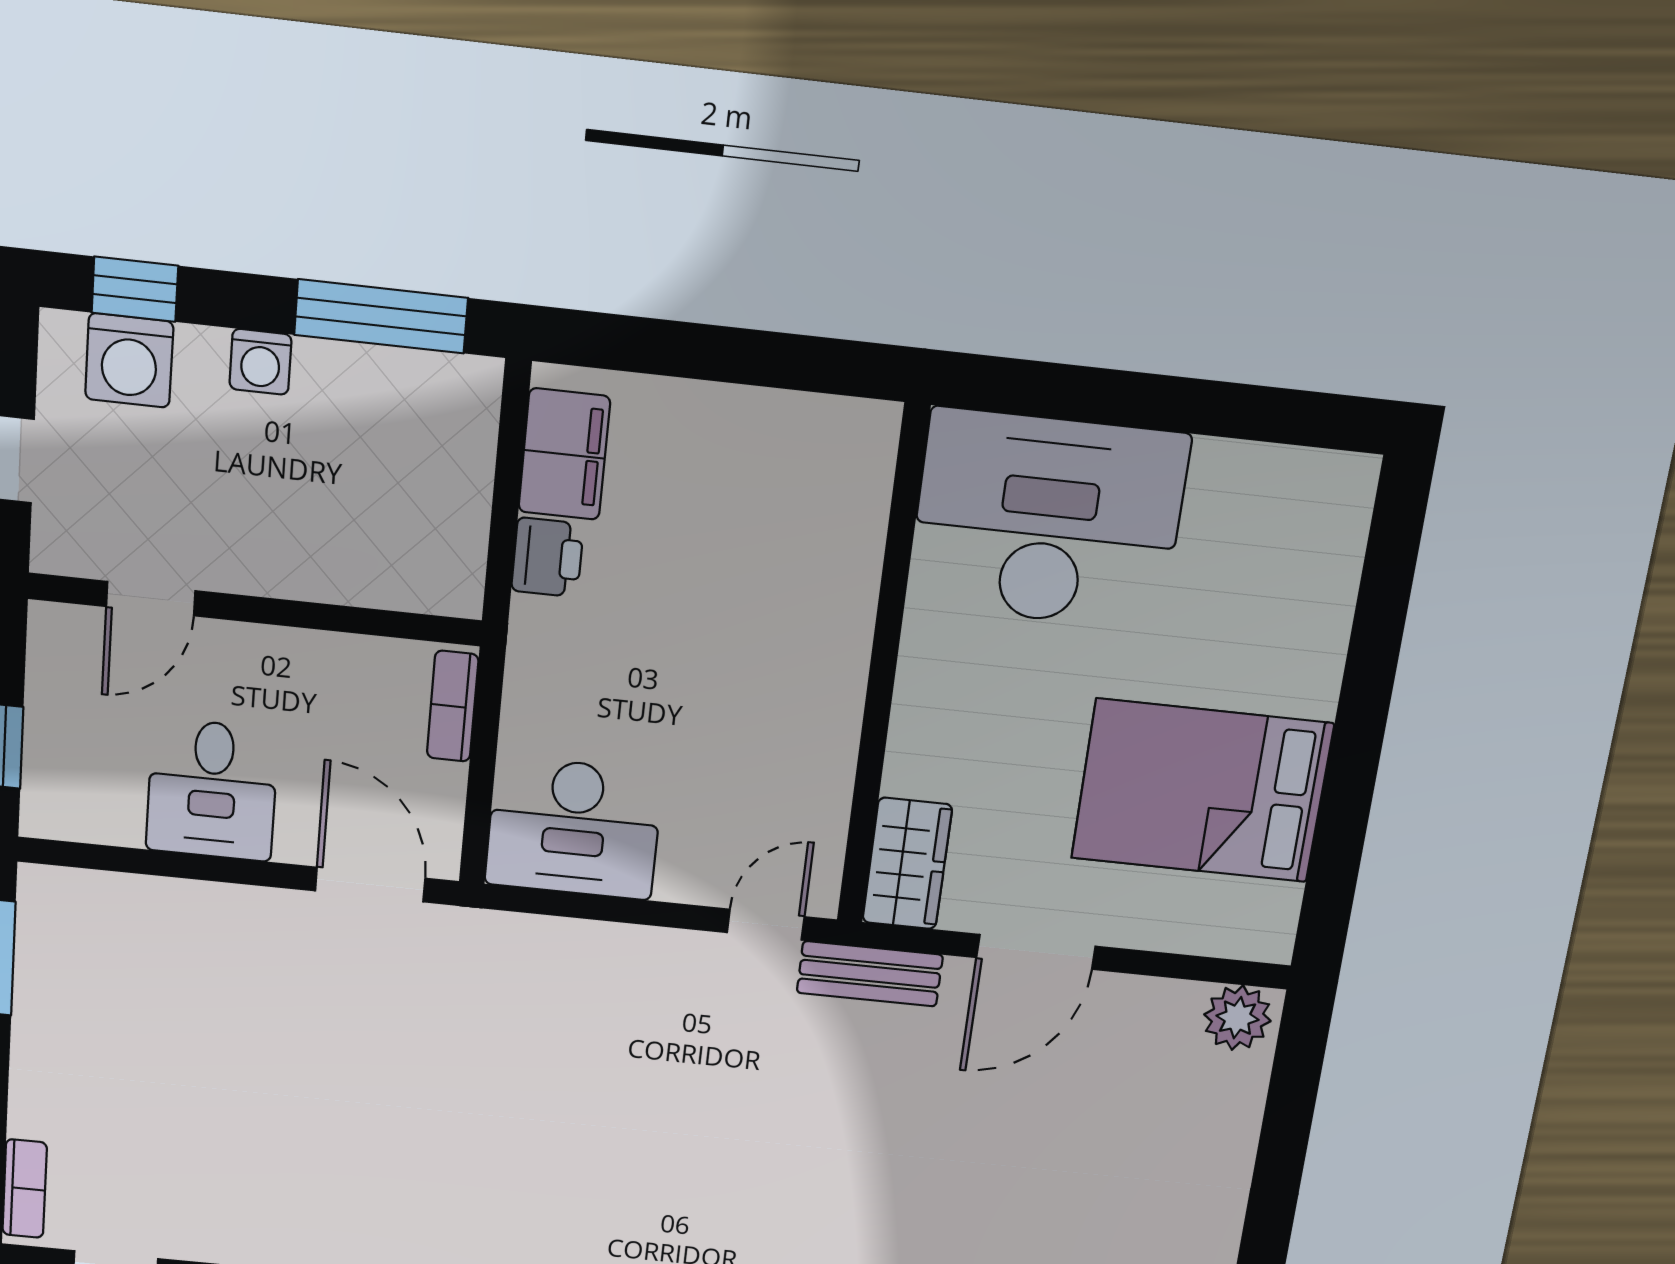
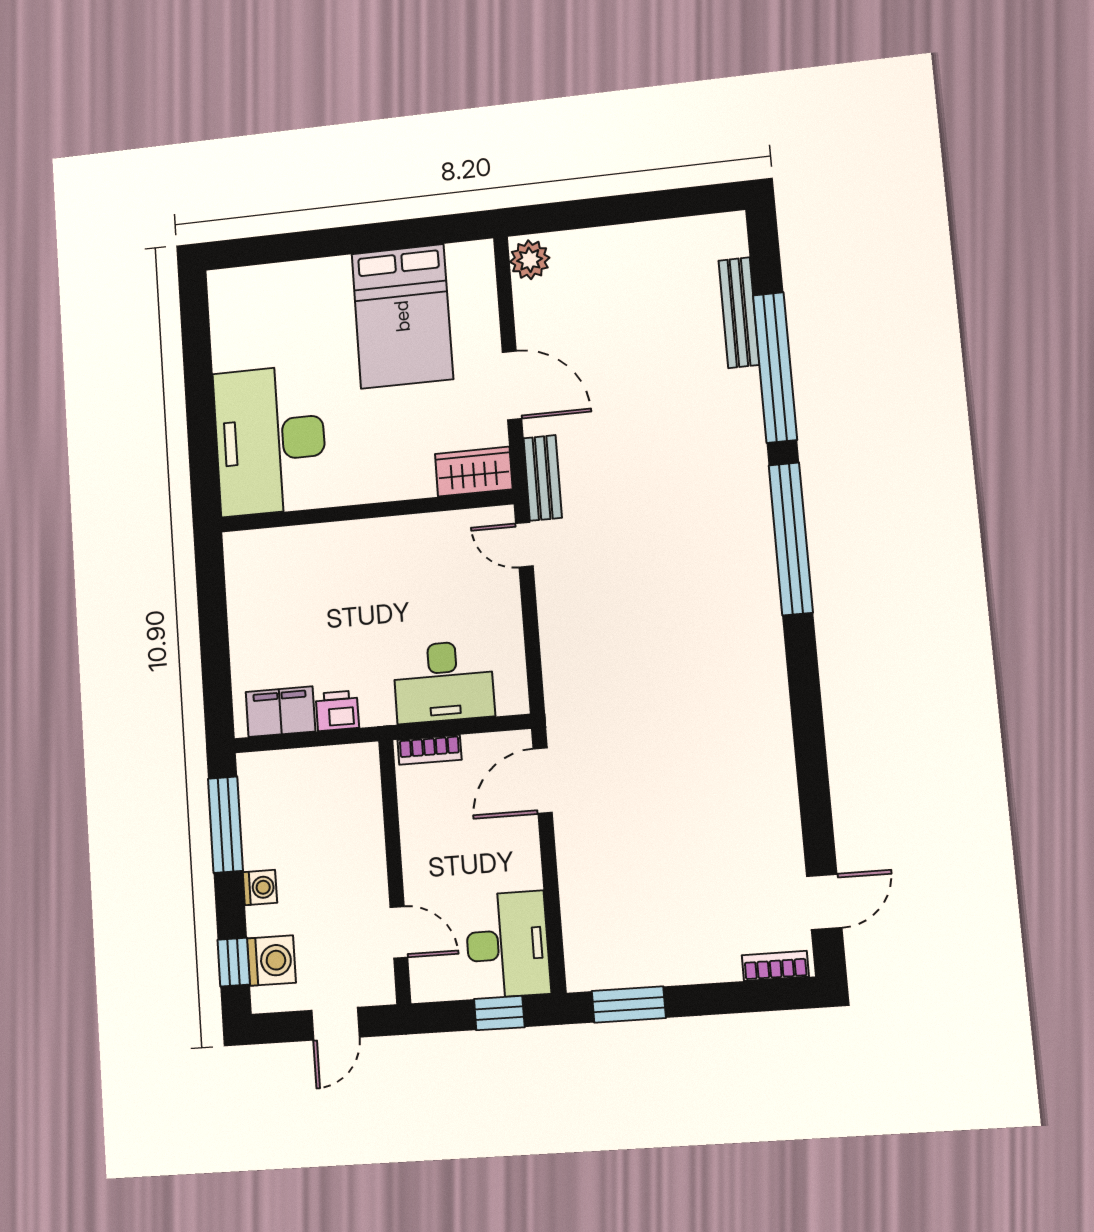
desk: (212, 790) -> (508, 945), moved, width x1.37
desk: (574, 828) -> (444, 682), moved, turned 90

